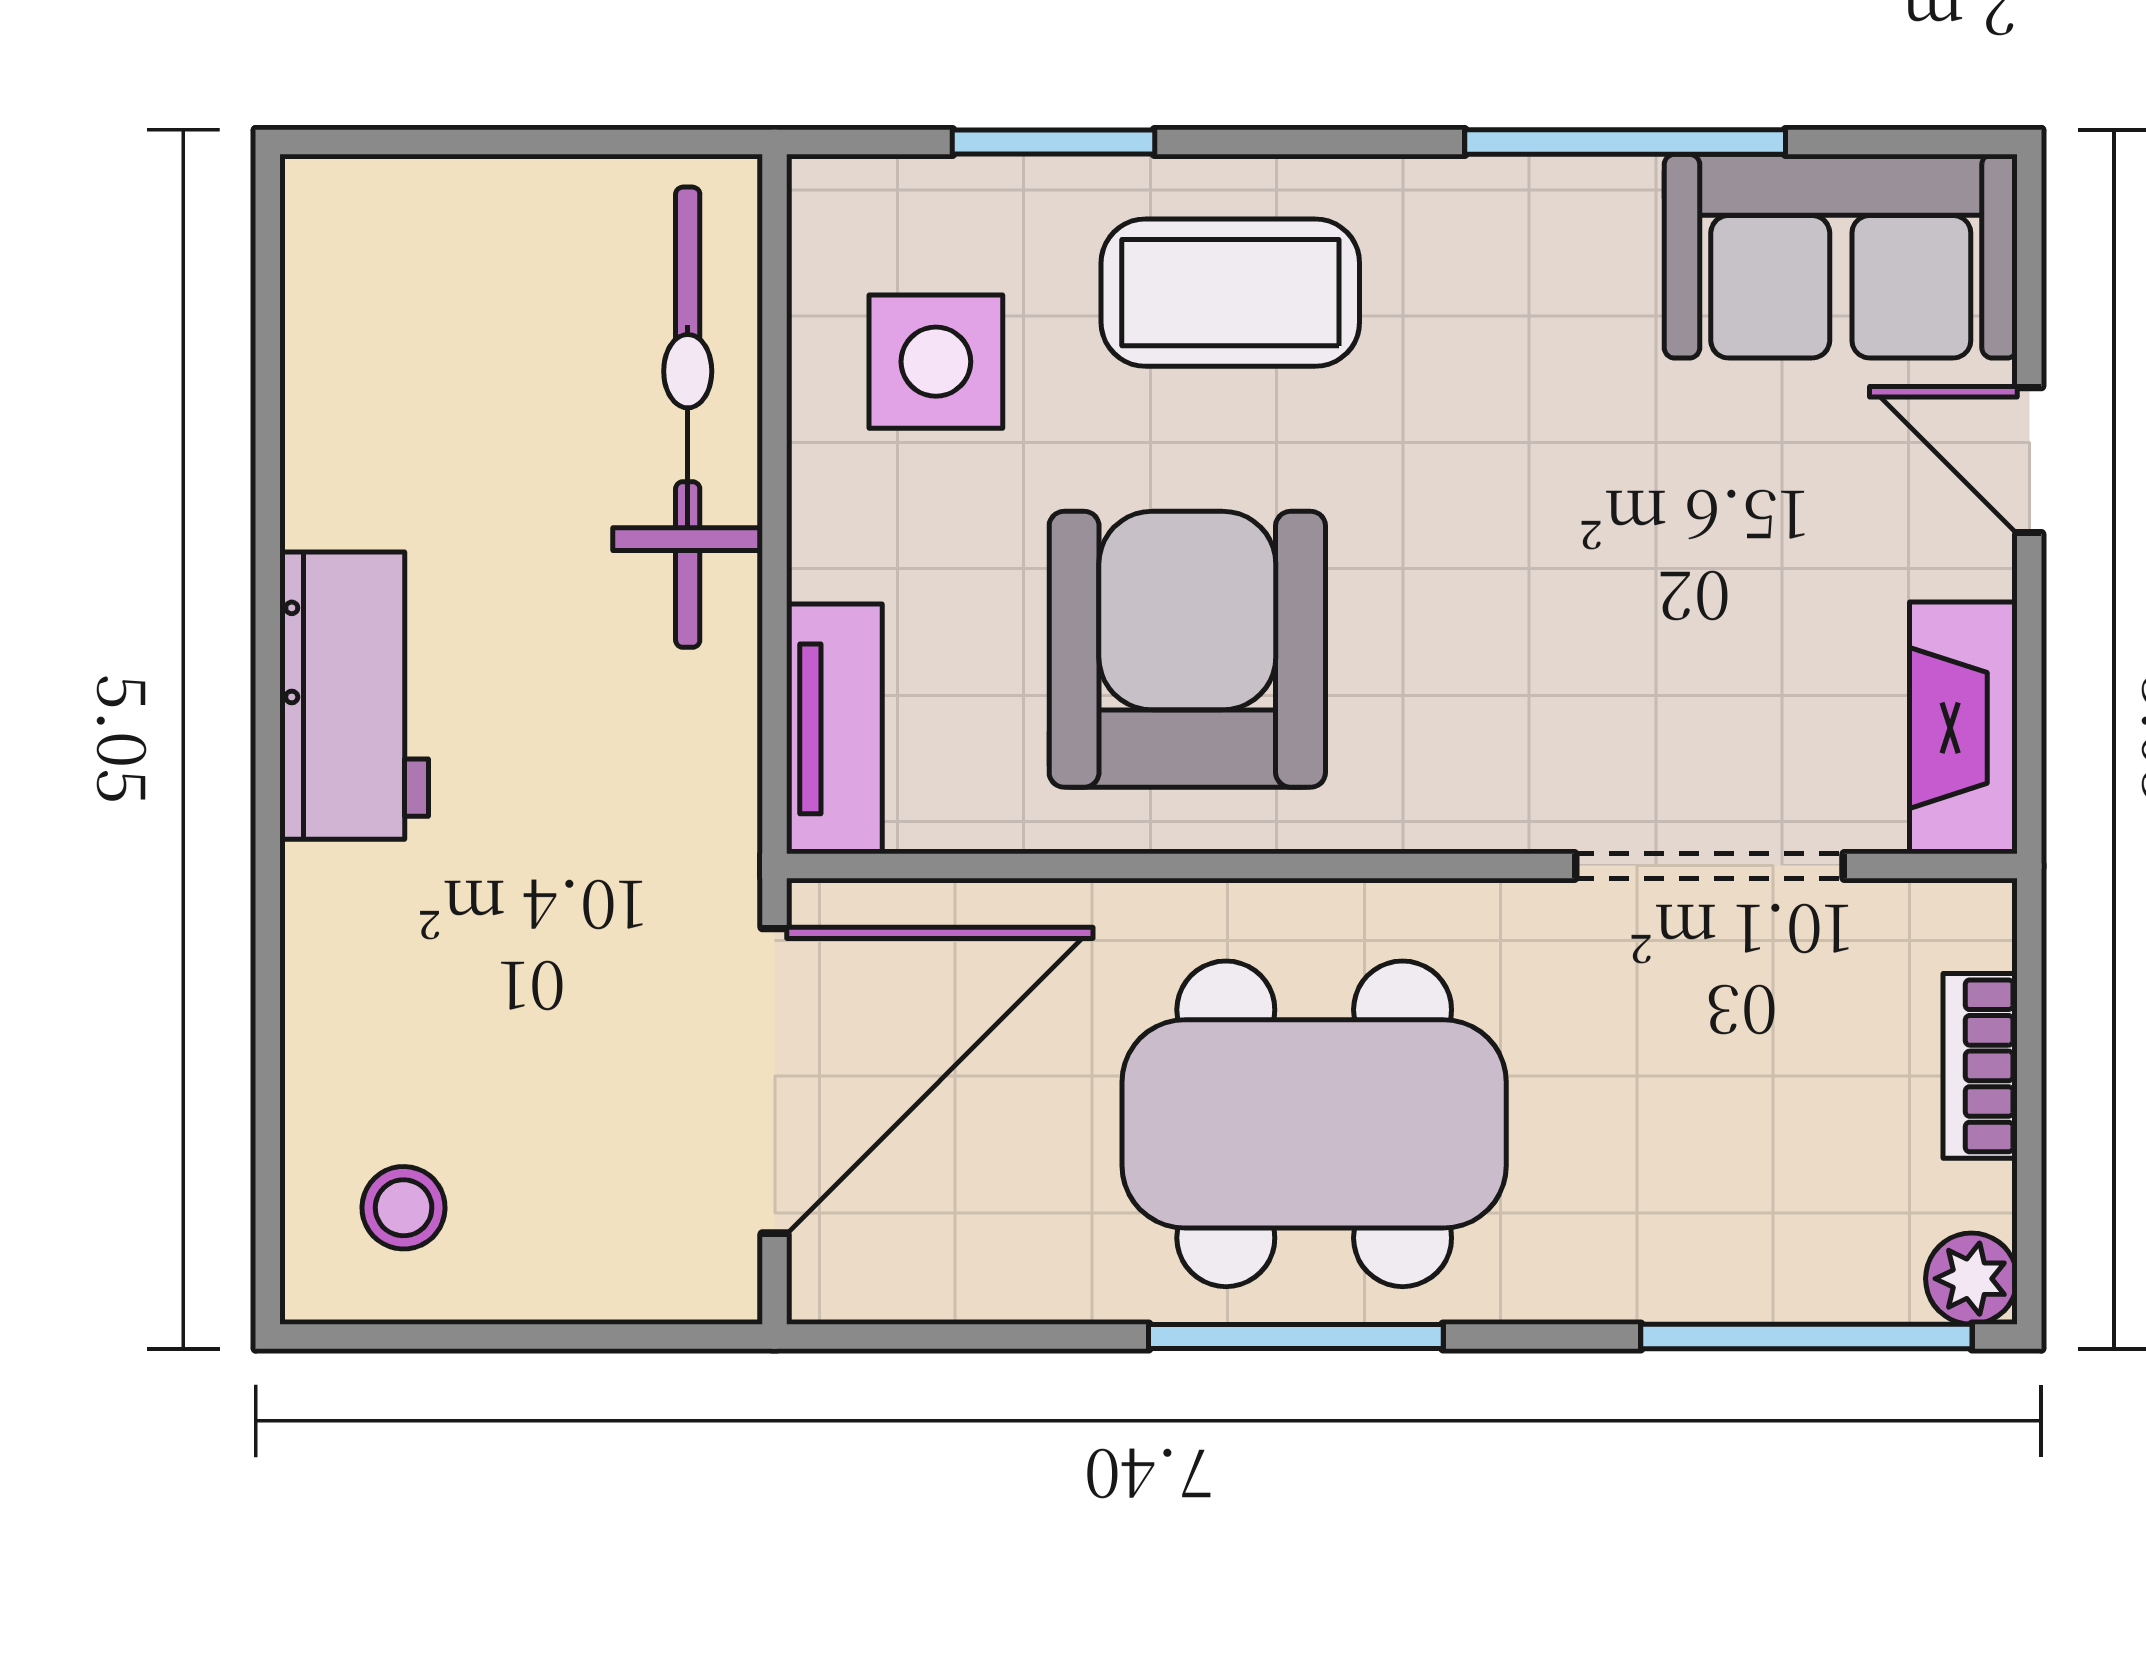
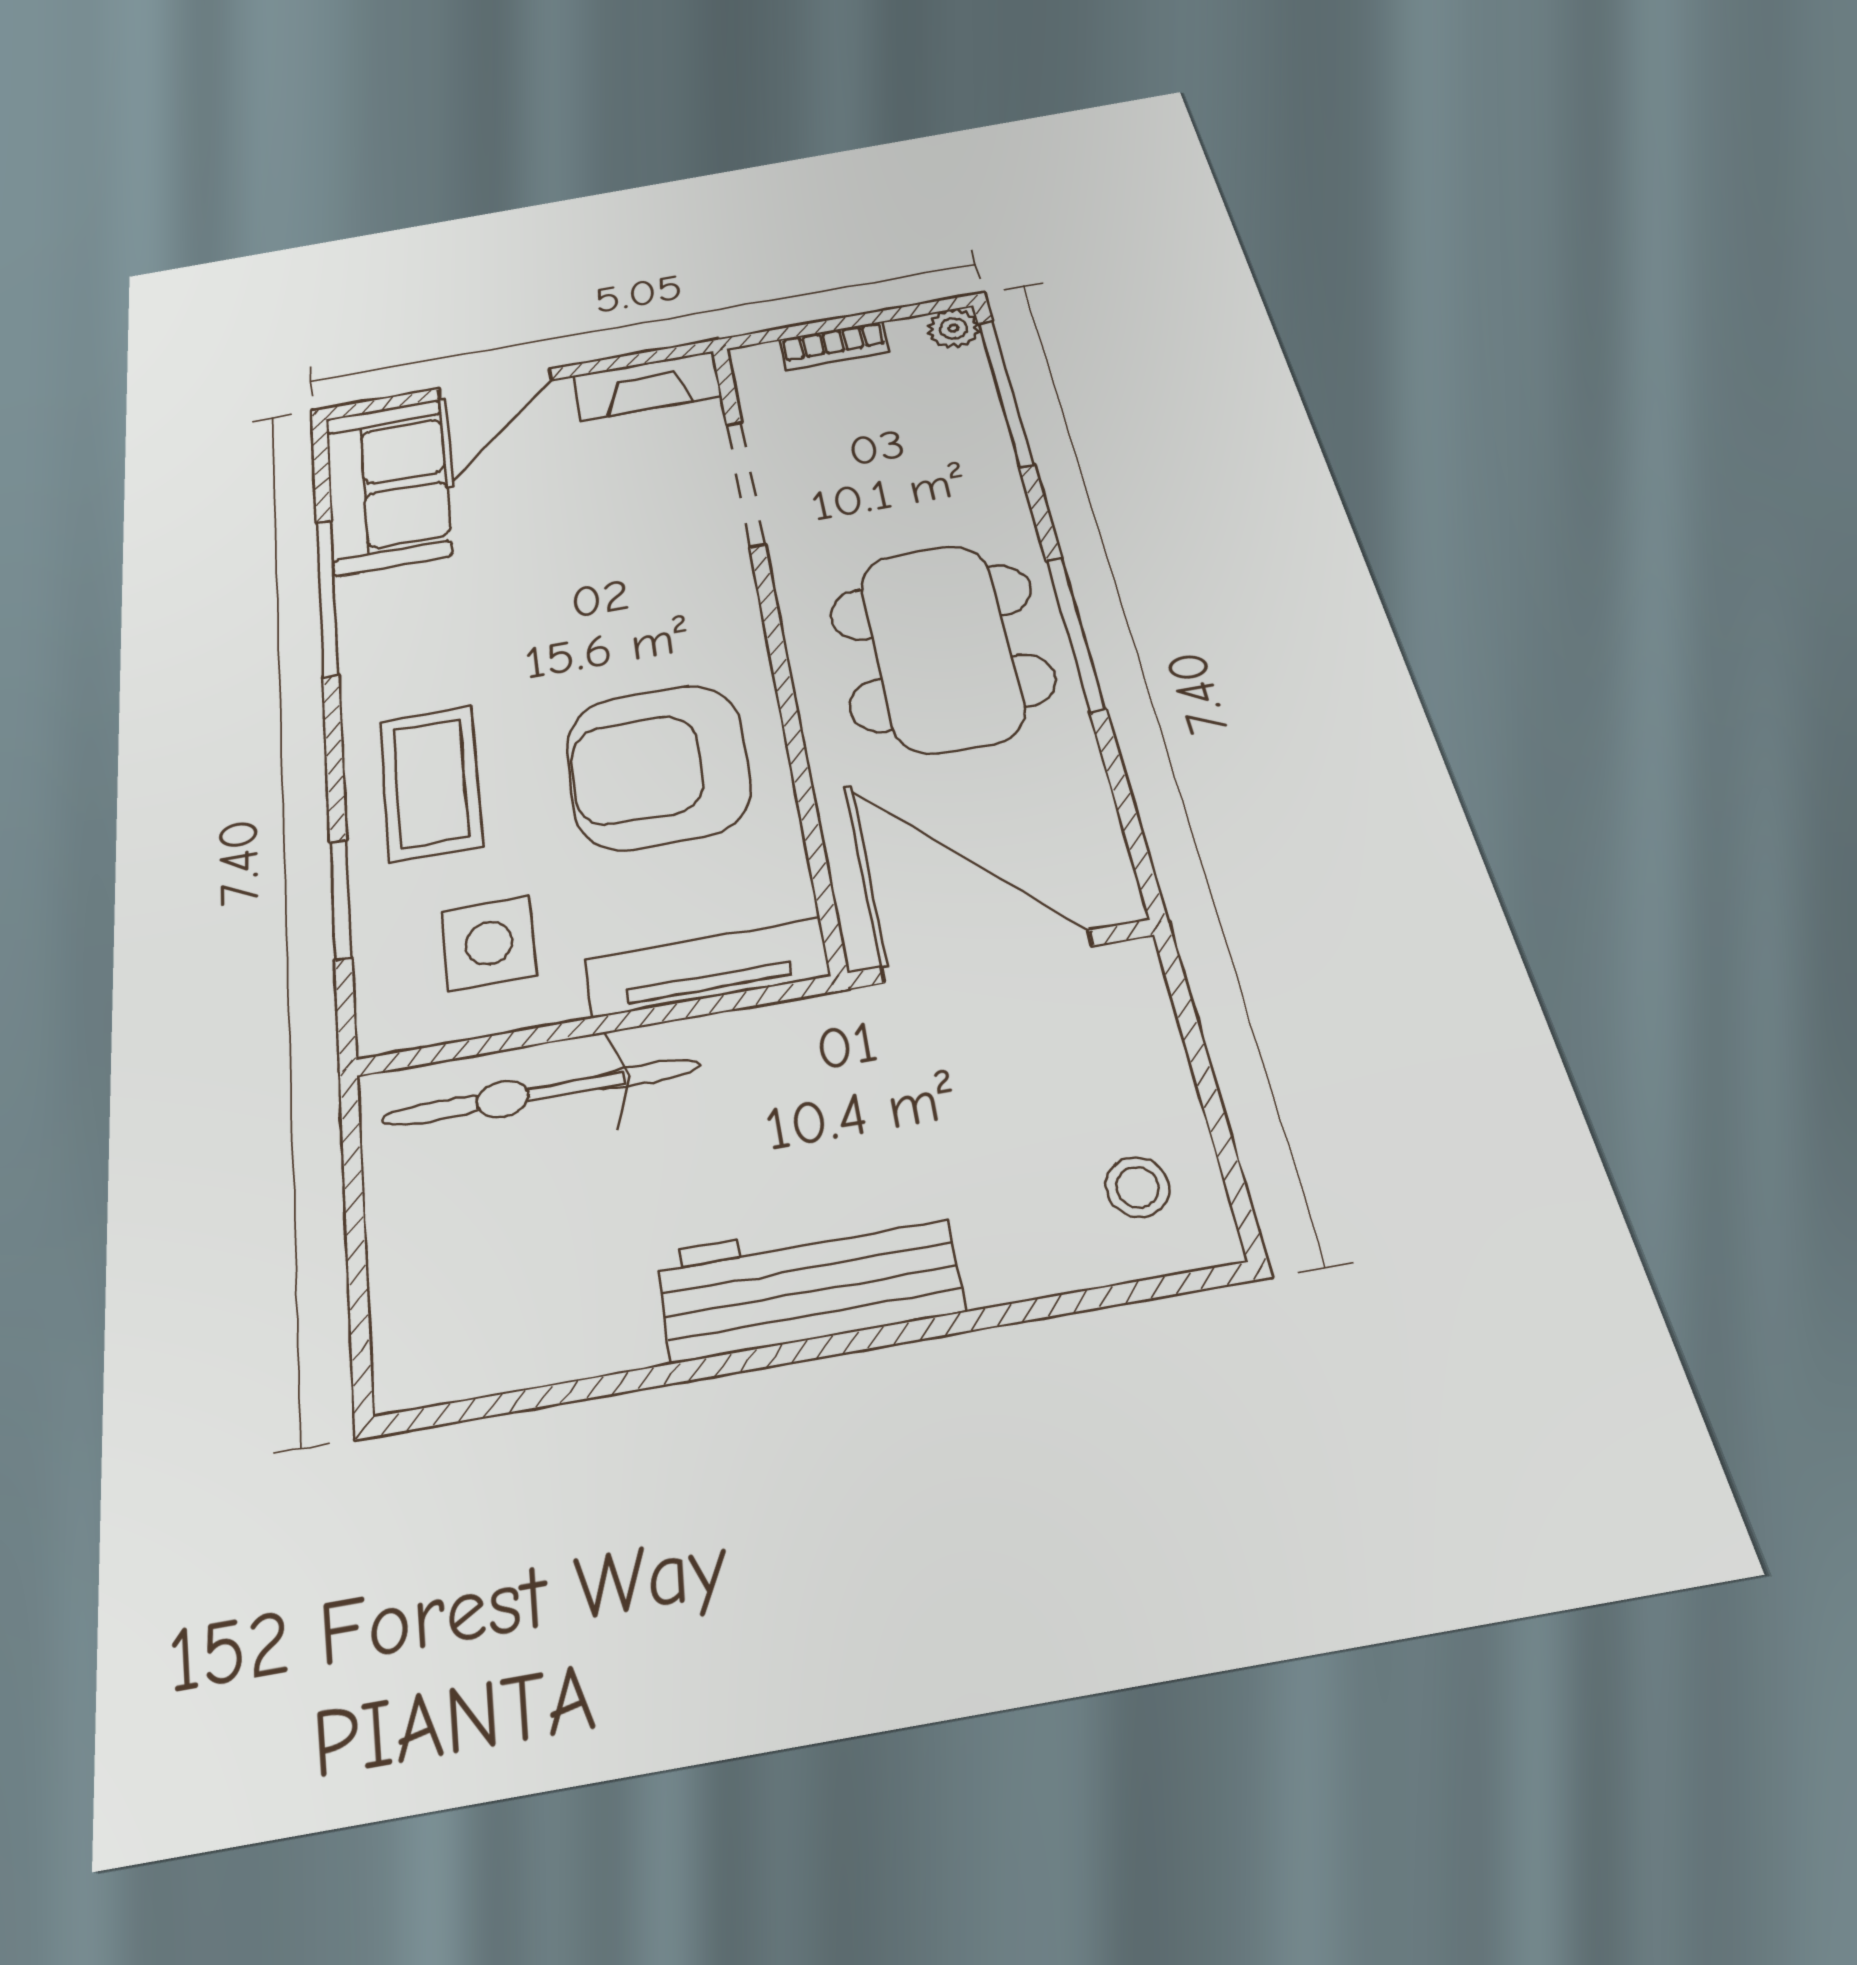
door: (2029, 460) -> (495, 384), width x1.38
workbench: (354, 696) -> (809, 1283), width x1.38
tv unit: (834, 729) -> (707, 968), width x1.41

